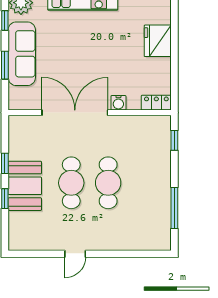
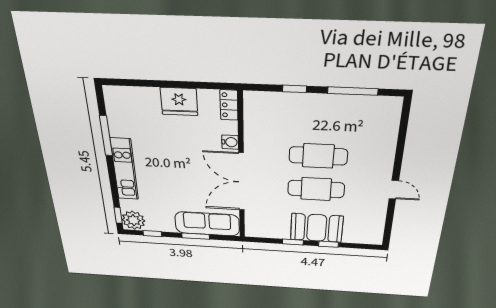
fridge: (158, 41) -> (179, 102), moved
sofa: (22, 54) -> (207, 224), moved
window: (174, 140) -> (295, 89), moved

